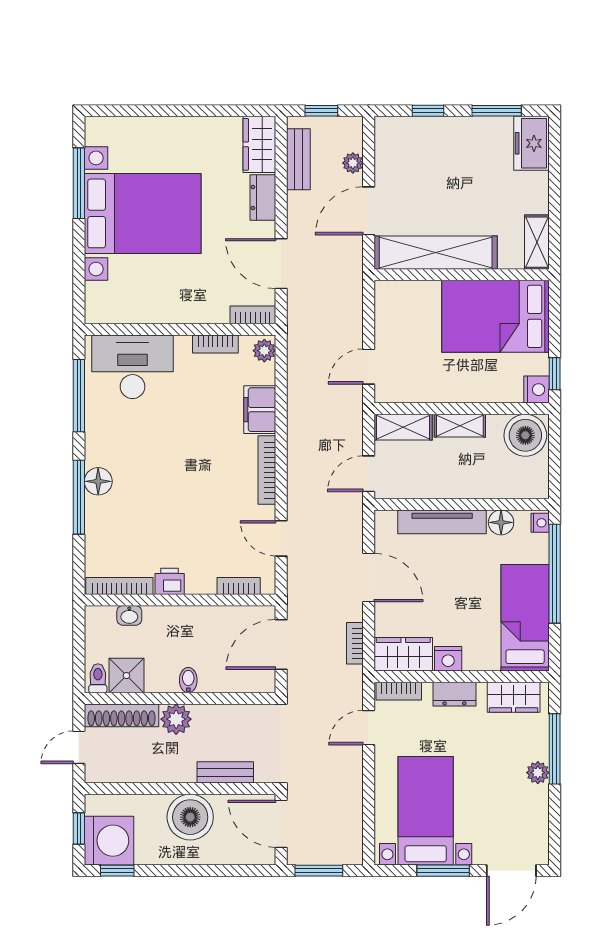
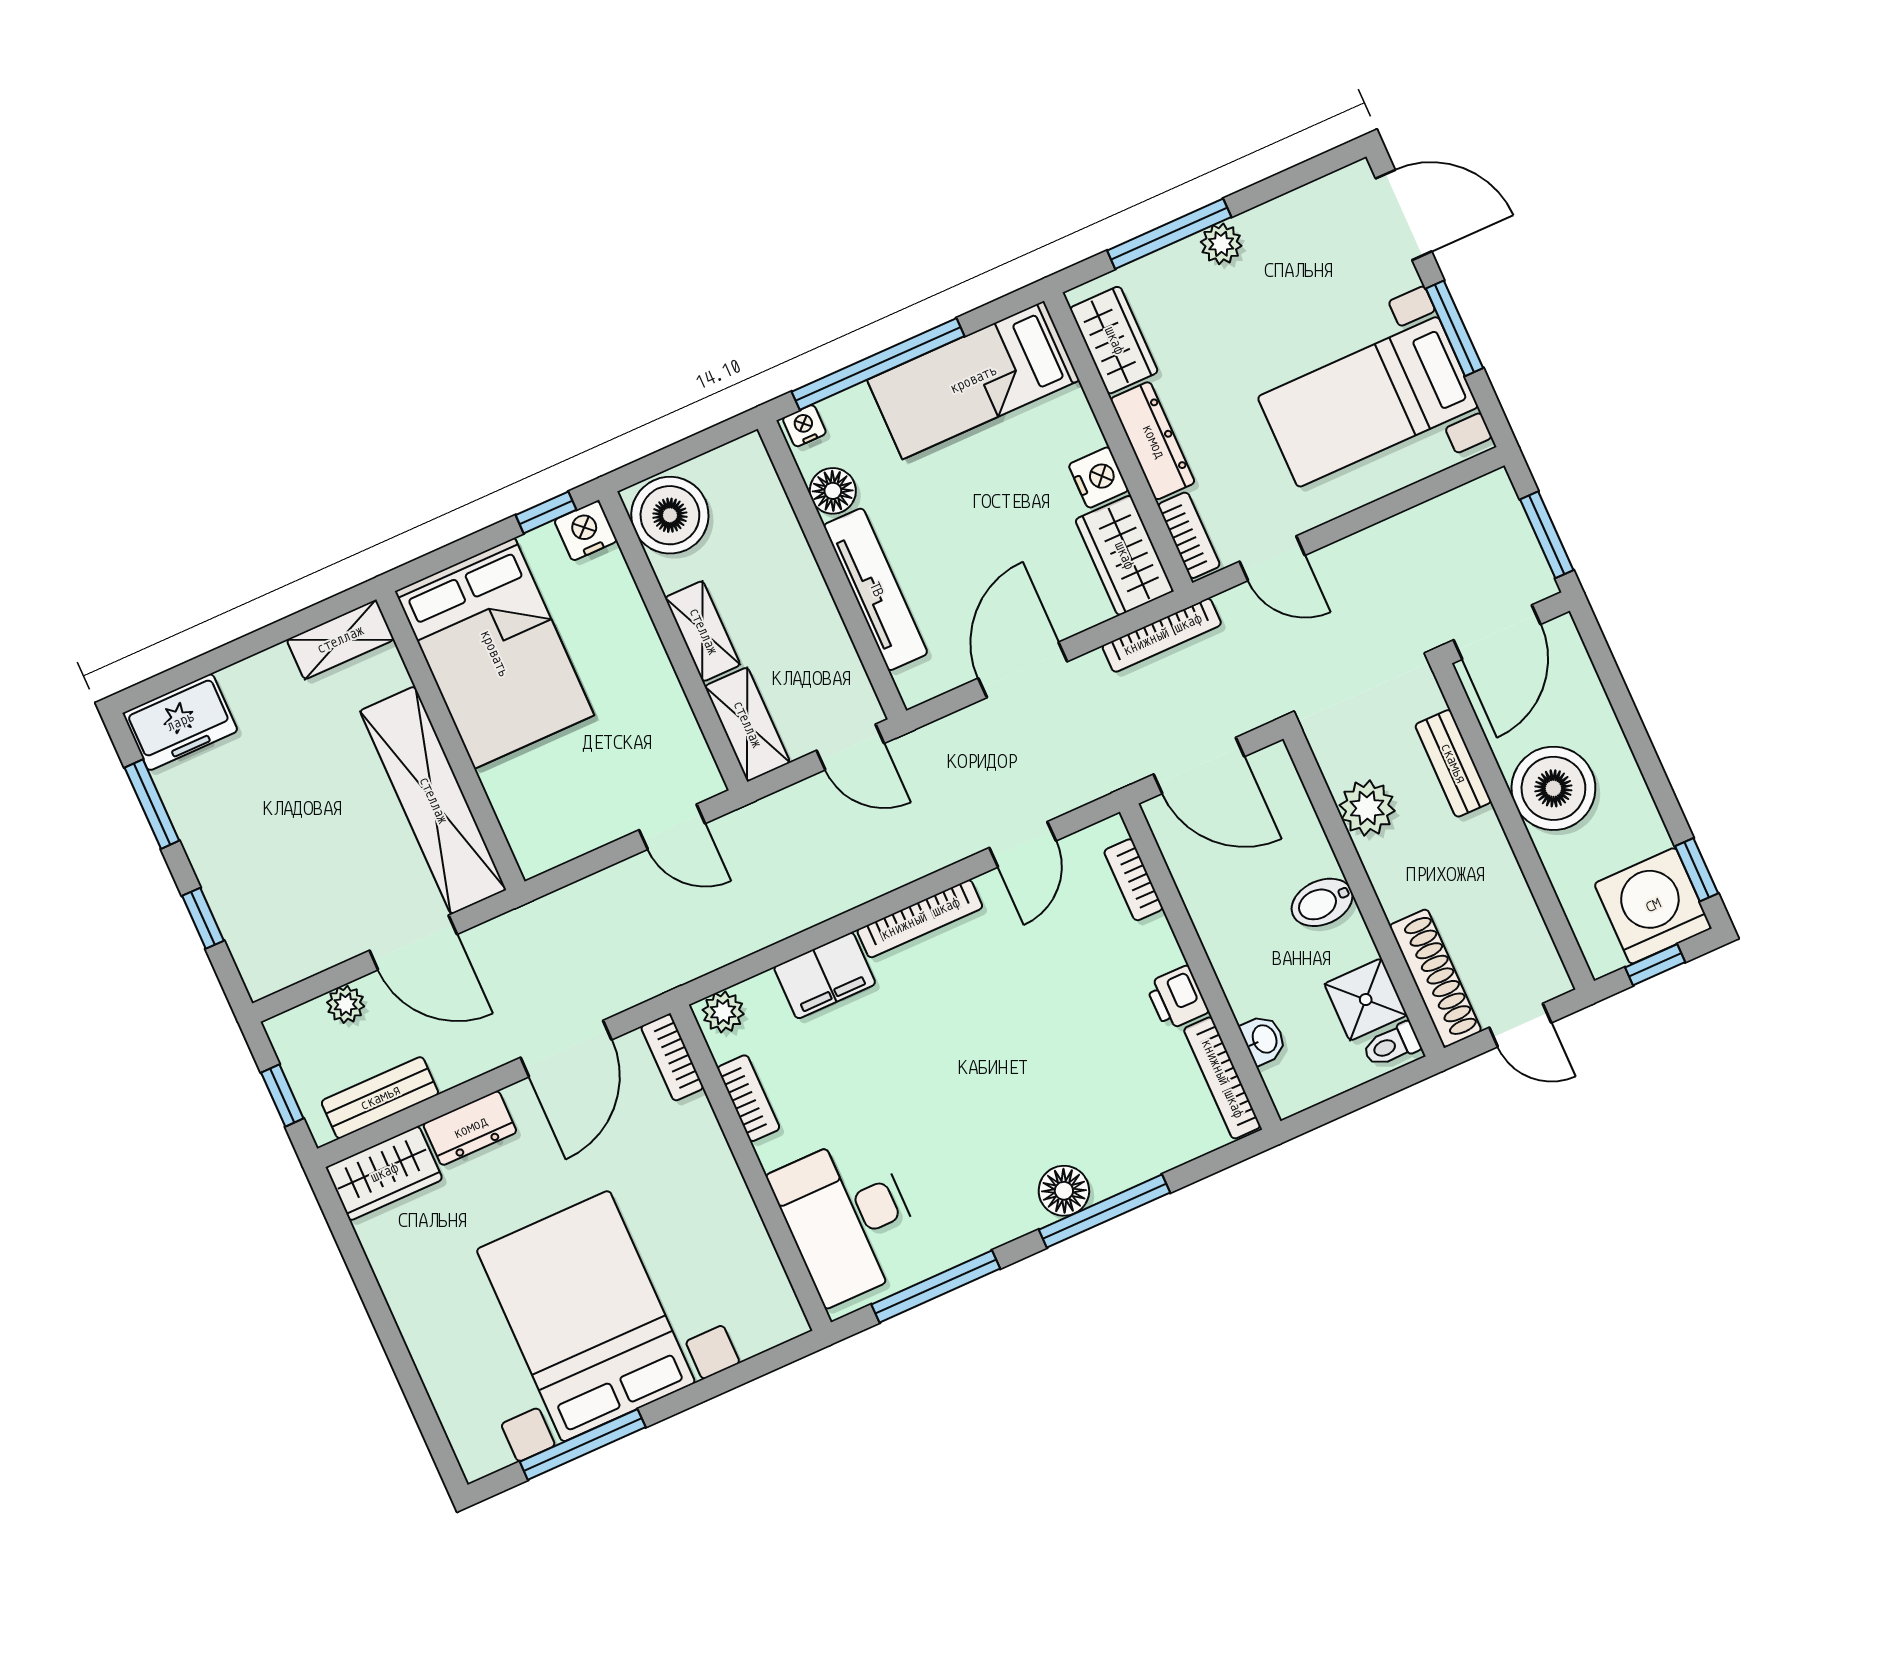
bookcase: (355, 643) -> (1162, 635), width x1.56
bidet: (188, 680) -> (1322, 902), width x1.38, depth x1.36
dresser: (454, 694) -> (1153, 441), width x1.44
plant: (176, 719) -> (1367, 808), moved

